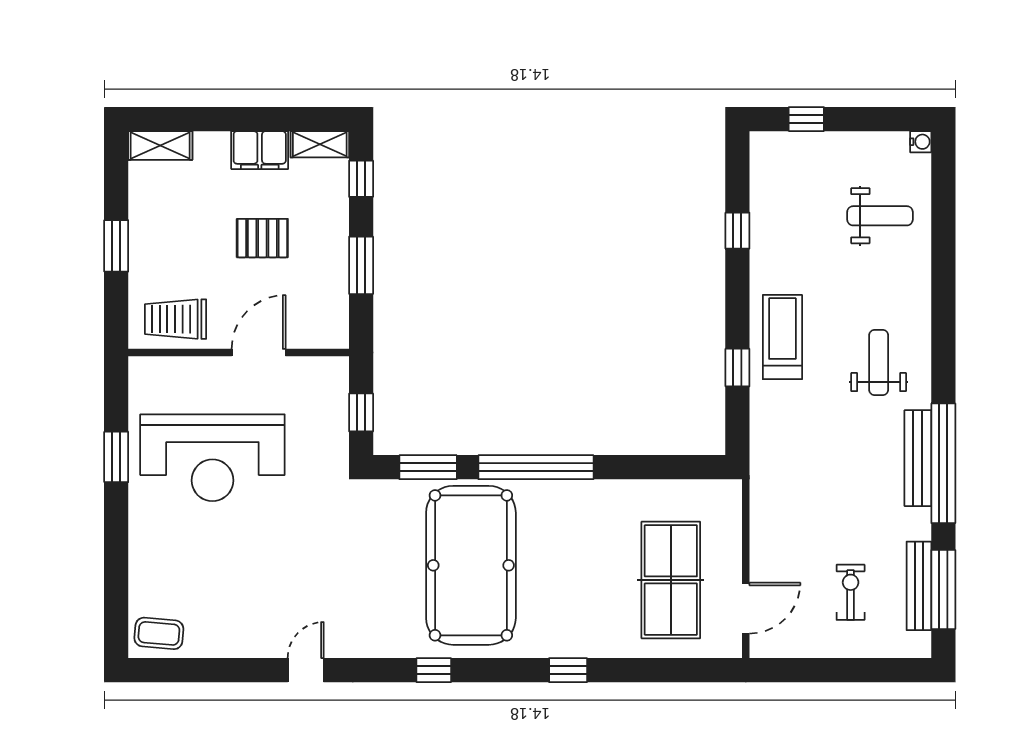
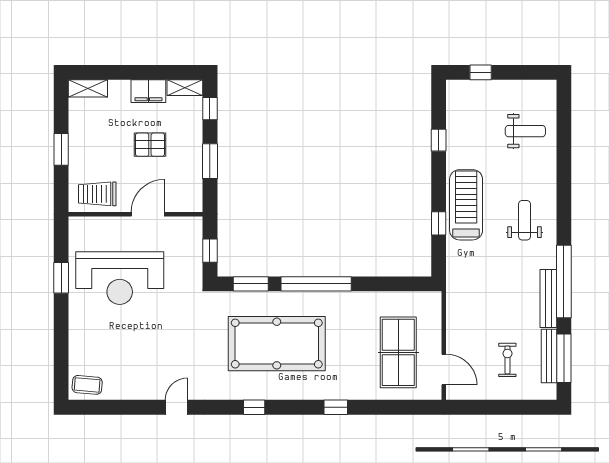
water cooler: (921, 142) -> (550, 86), removed
treadmill: (782, 337) -> (466, 205), width x1.37, depth x1.38
bench: (918, 458) -> (548, 299), moved
pool table: (471, 565) -> (277, 344), turned 90
door: (746, 608) -> (444, 370), hinge flipped

